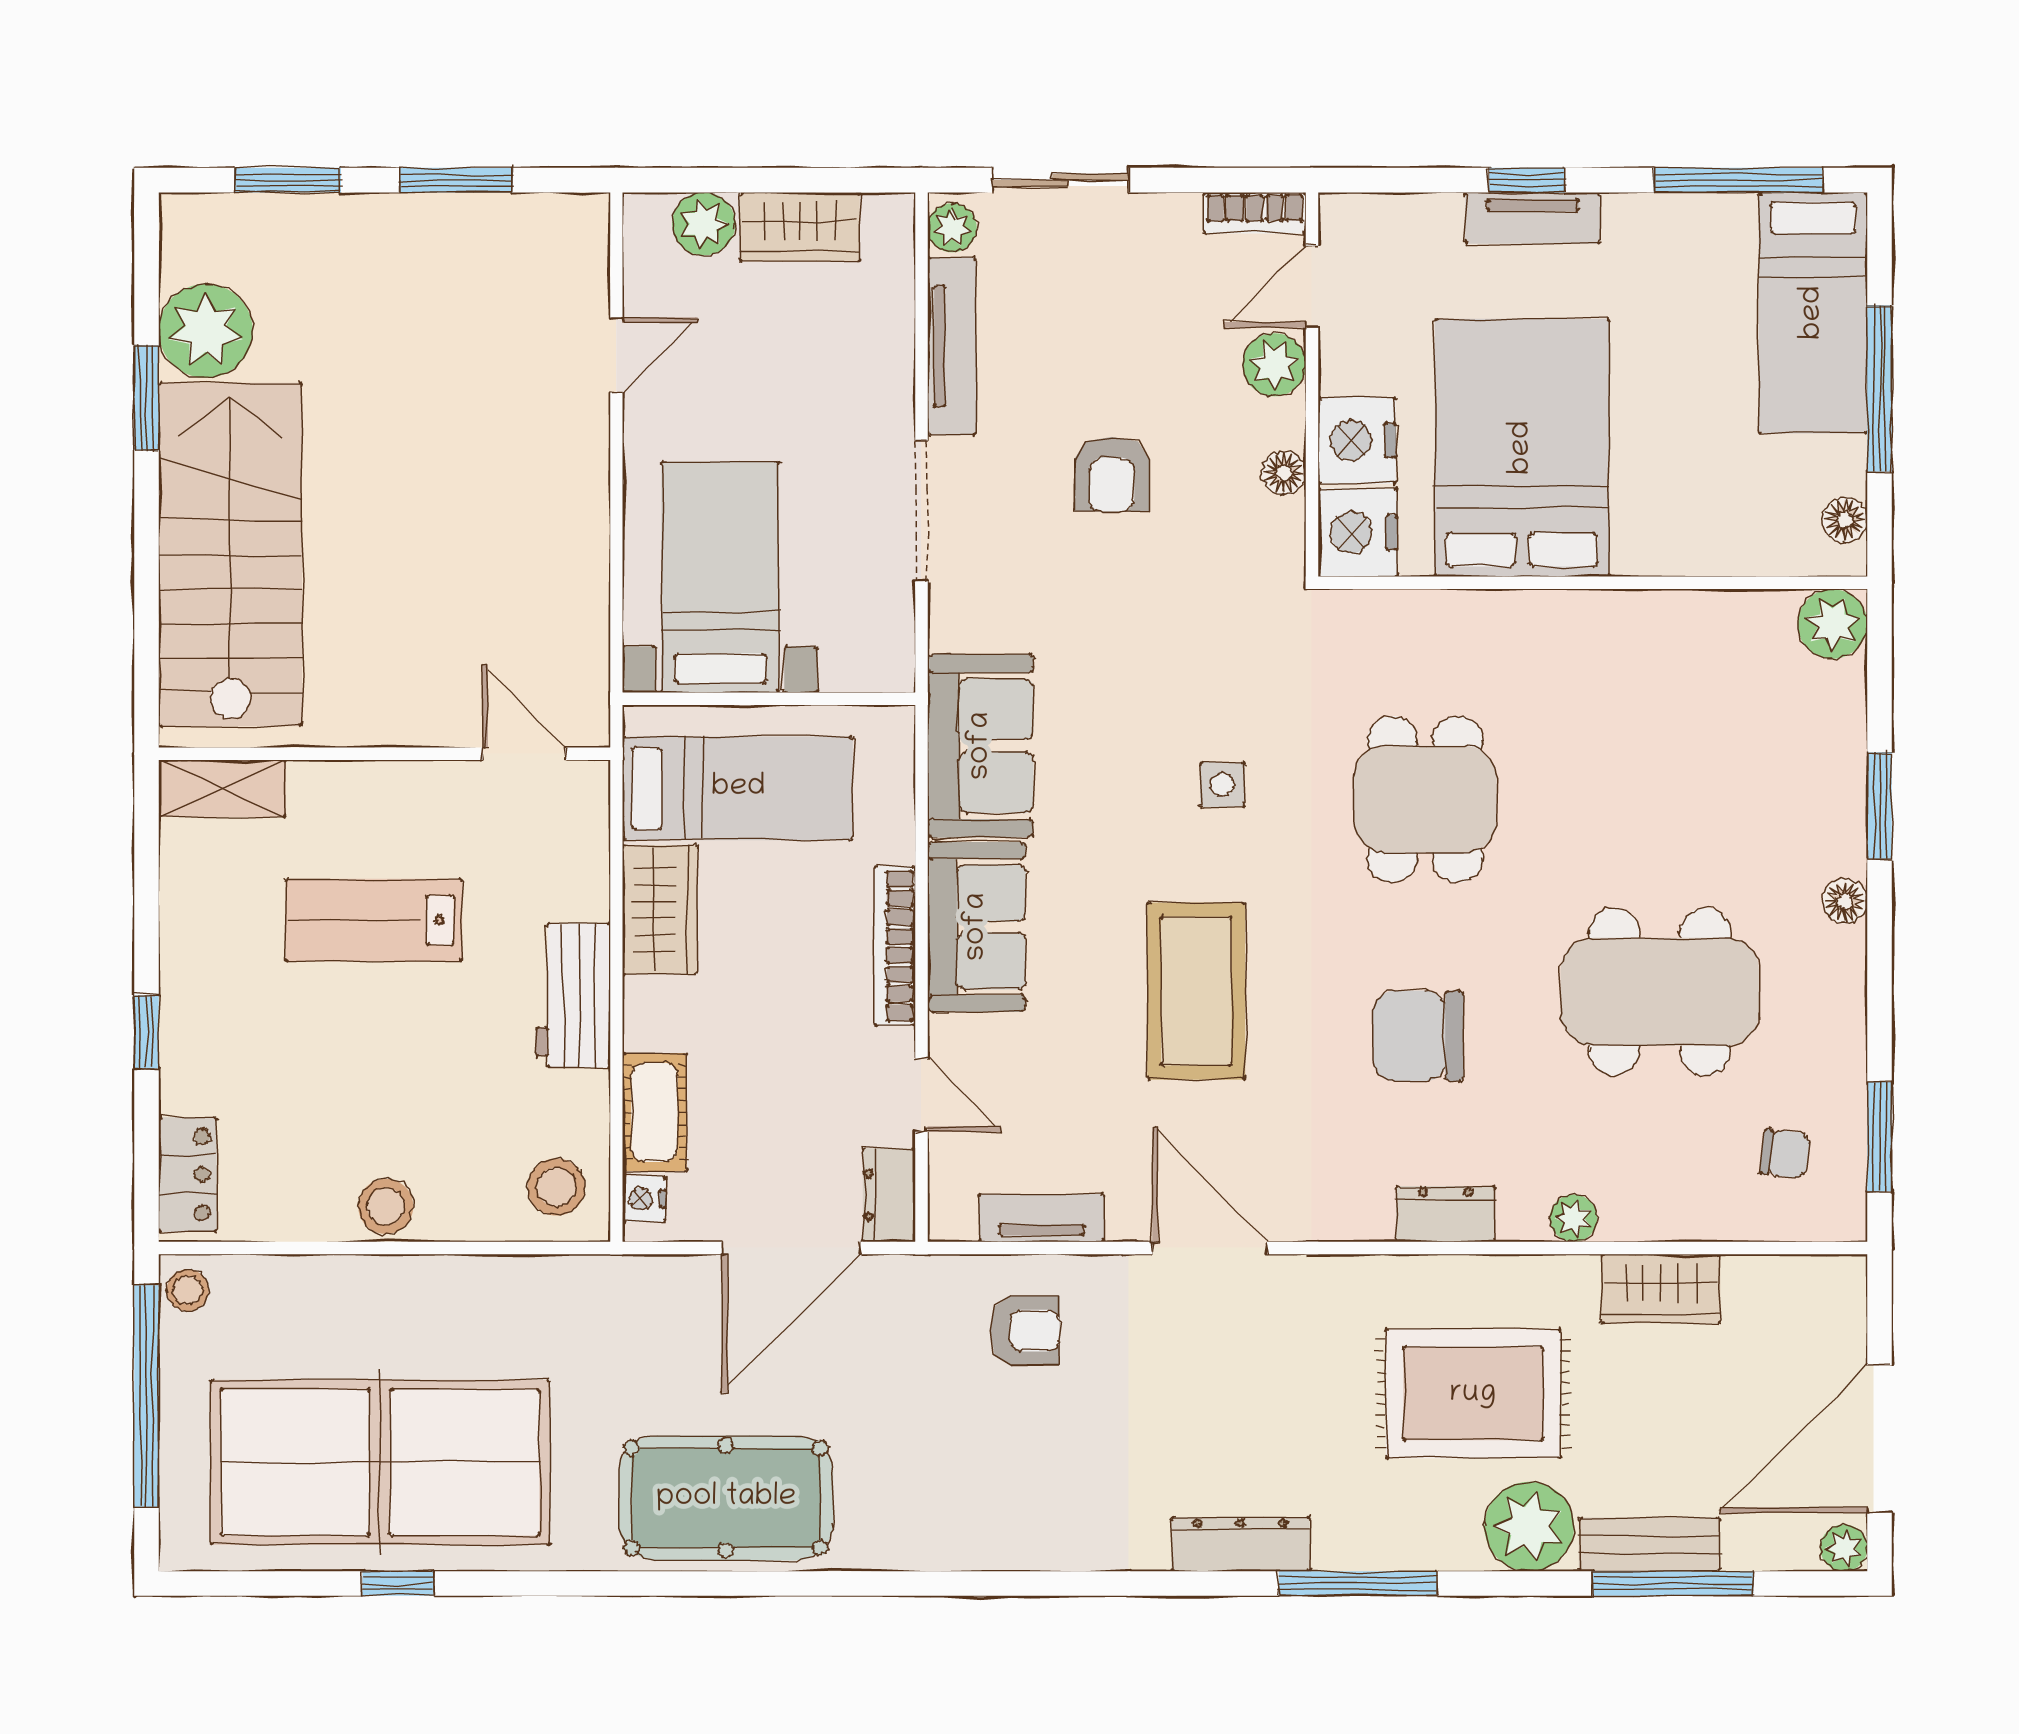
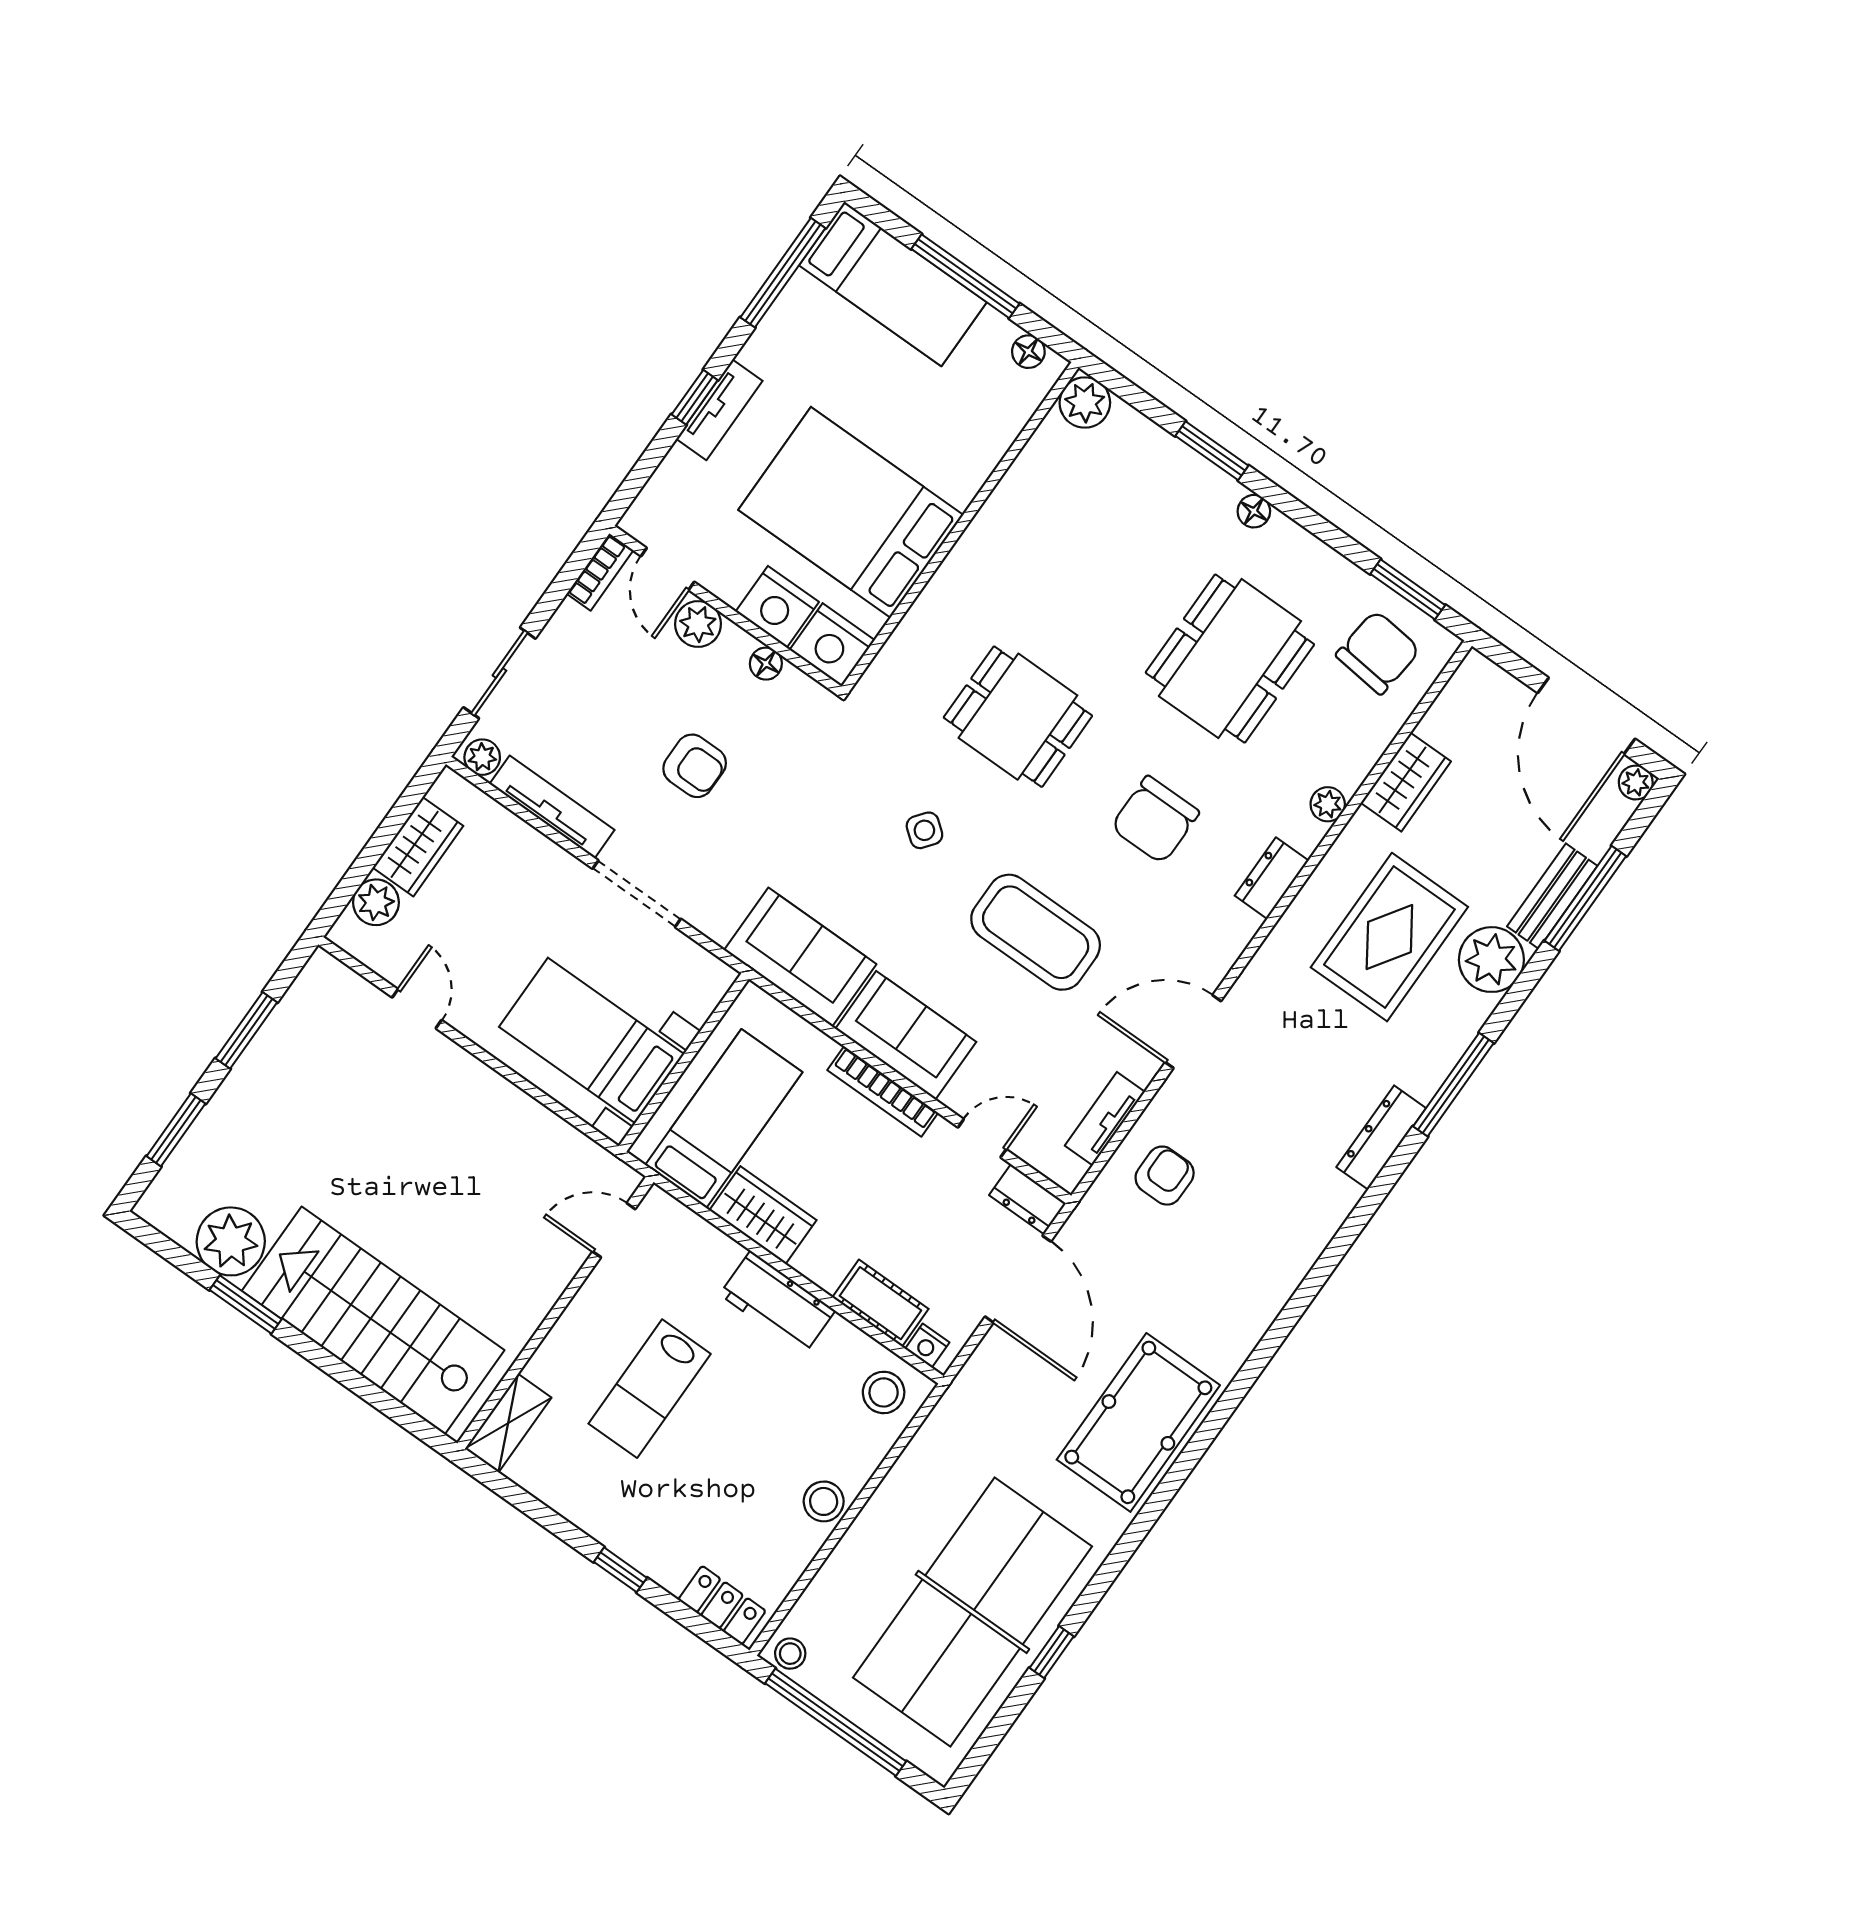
side table: (1222, 785) -> (924, 830), turned 38
chair: (1785, 1154) -> (1378, 652), width x1.87, depth x1.87

